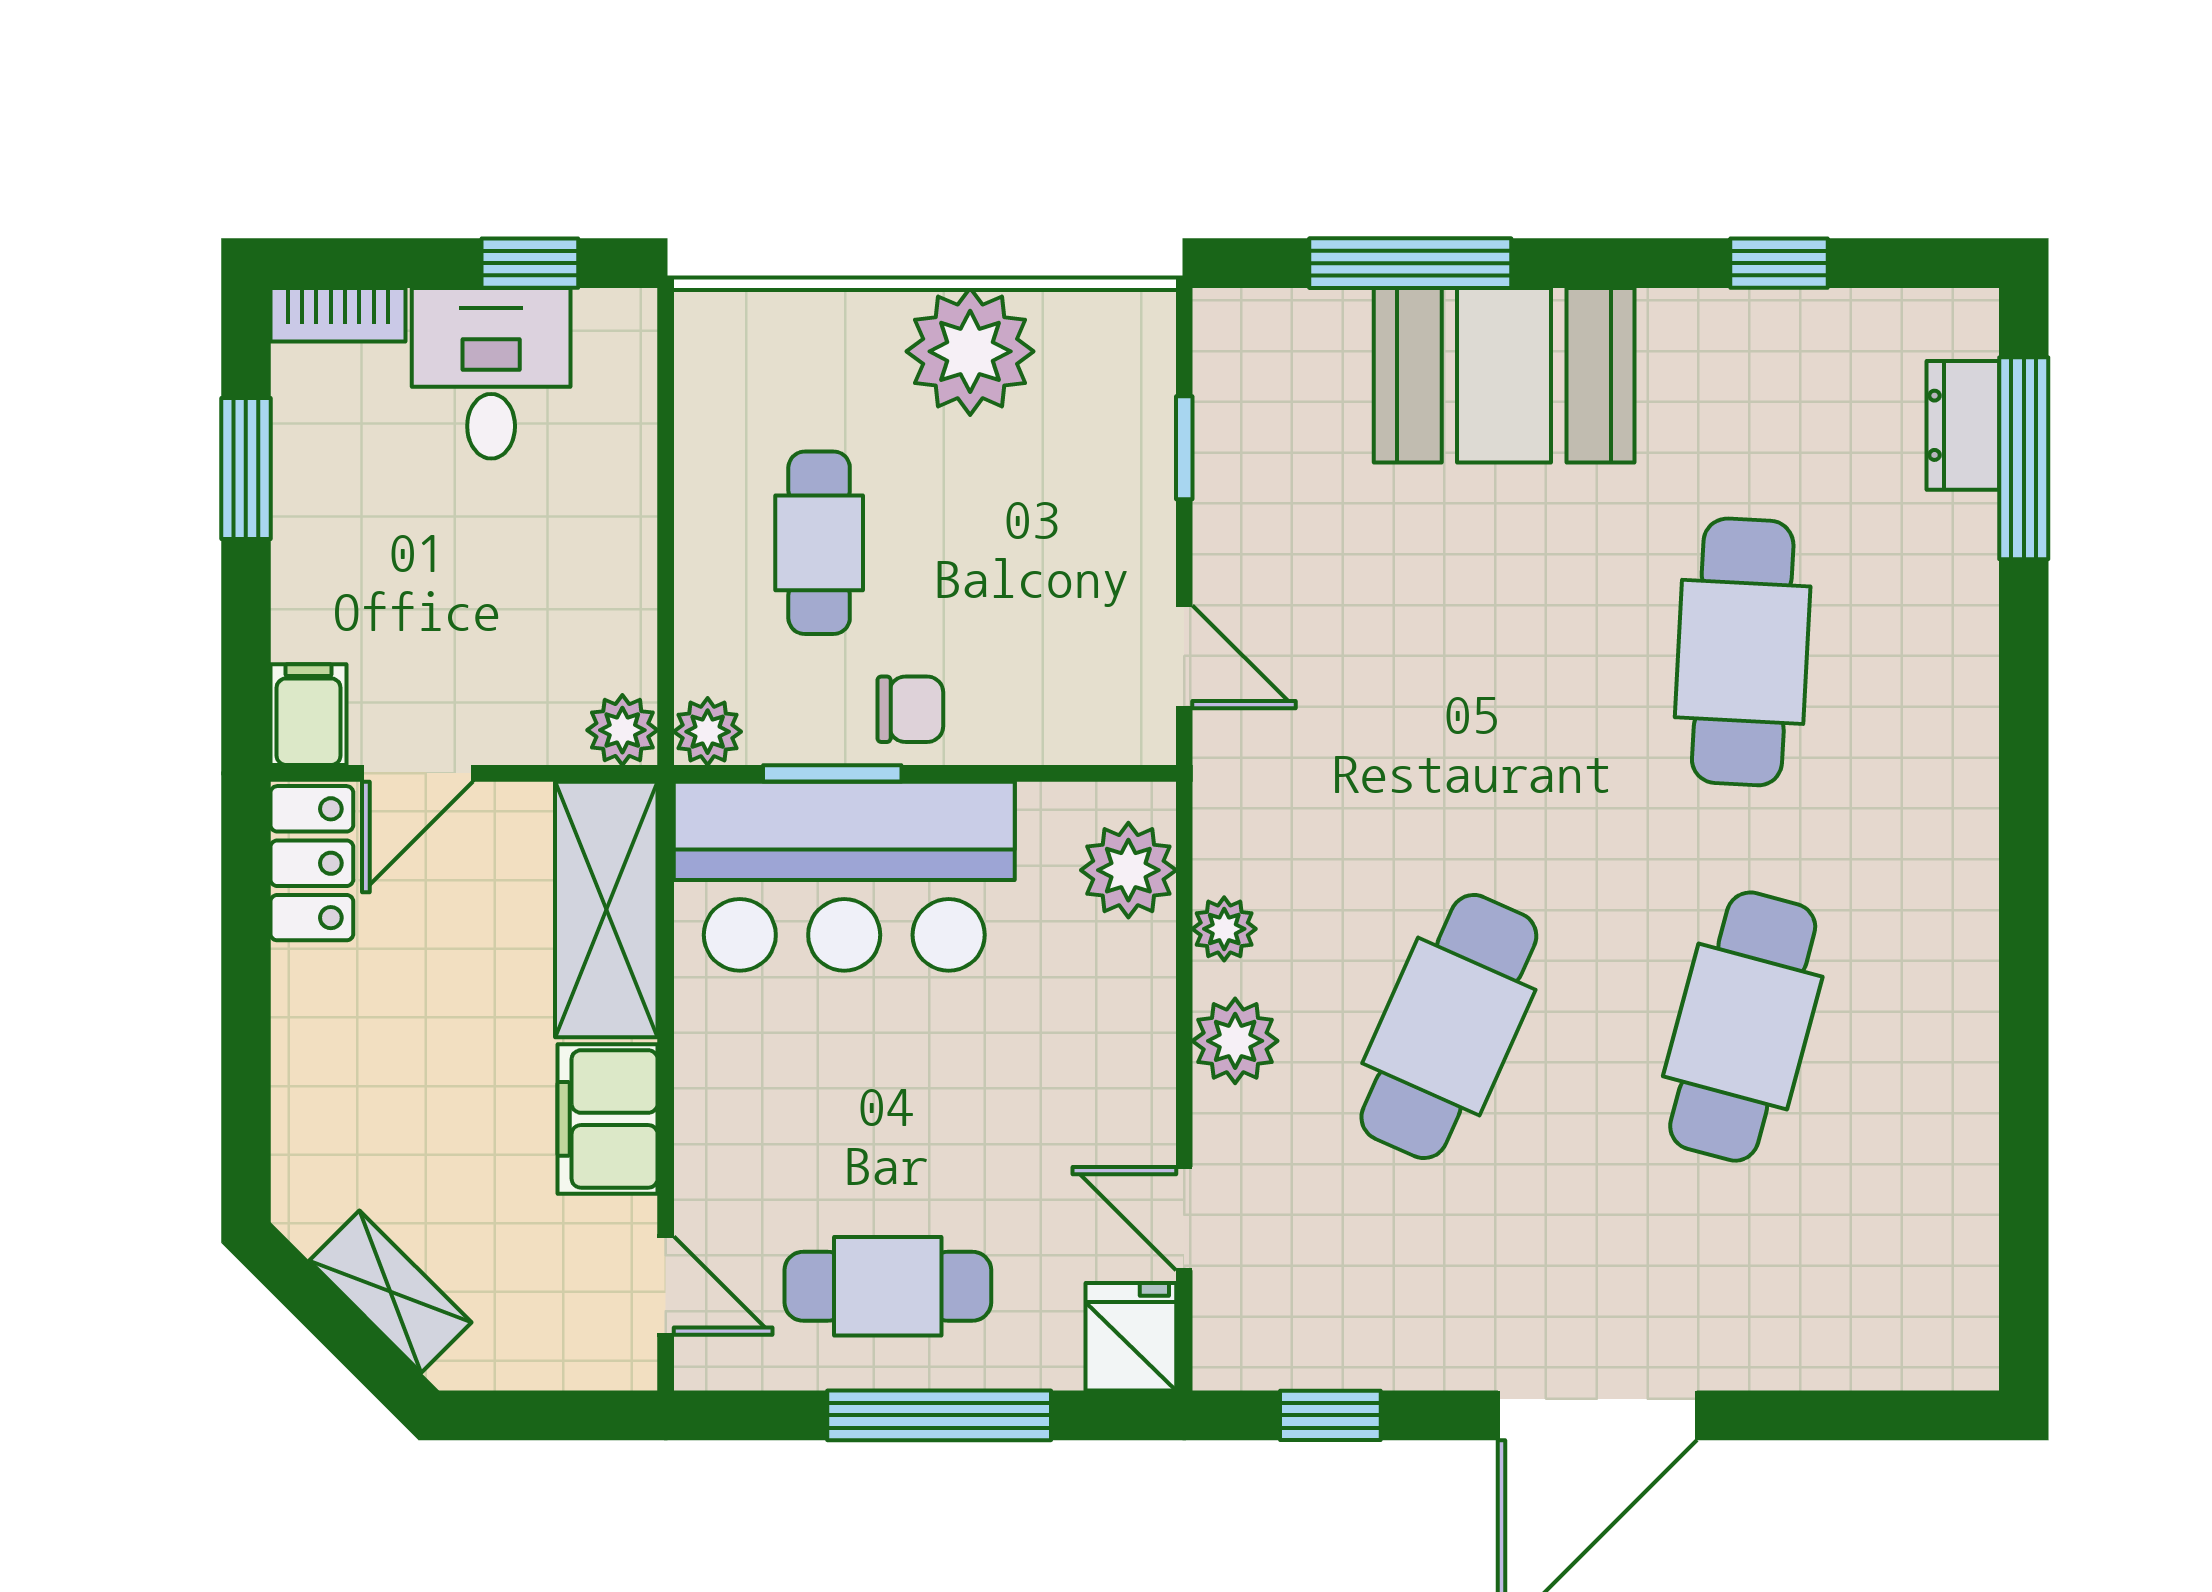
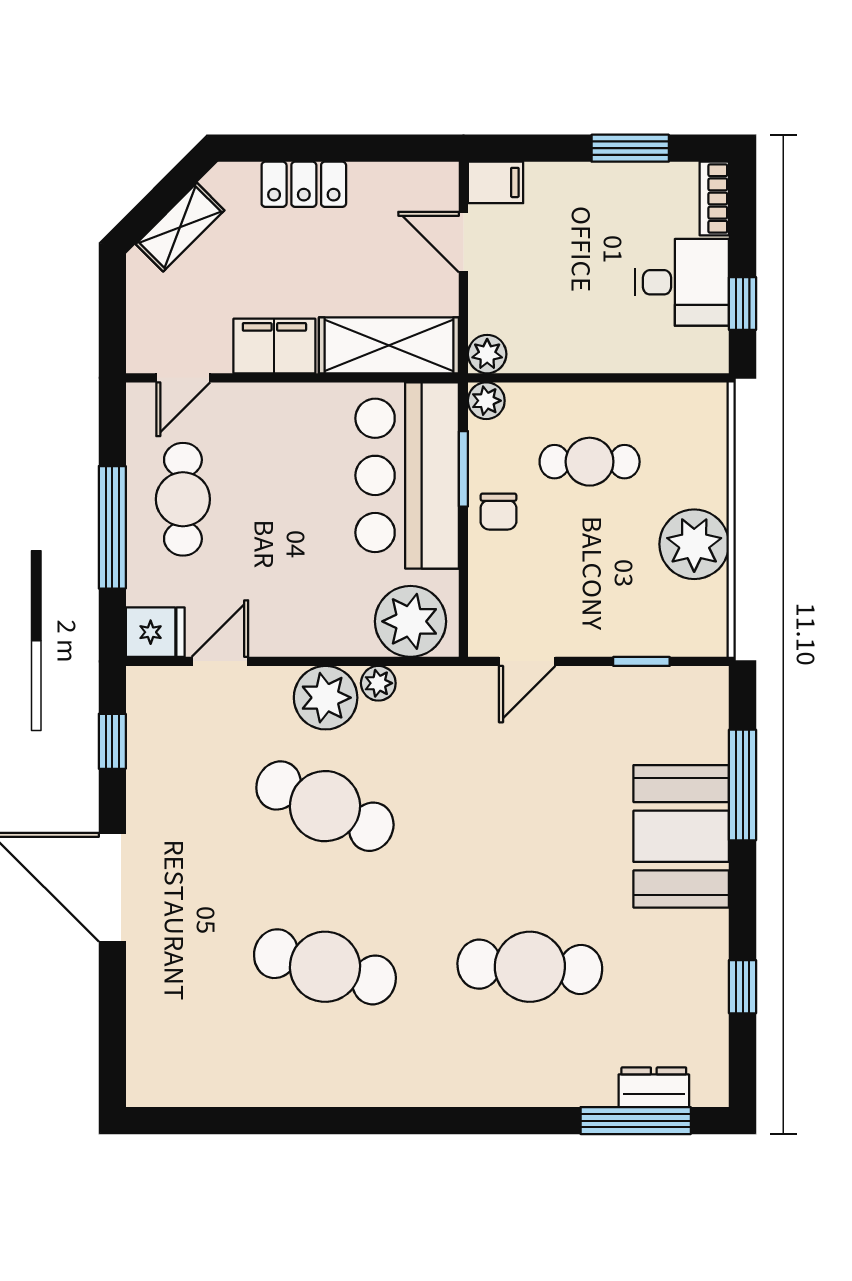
locker: (312, 863) -> (304, 184), moved
plant: (1128, 870) -> (410, 621), width x1.36, depth x1.36
plant: (1235, 1041) -> (326, 698), width x1.36, depth x1.36

